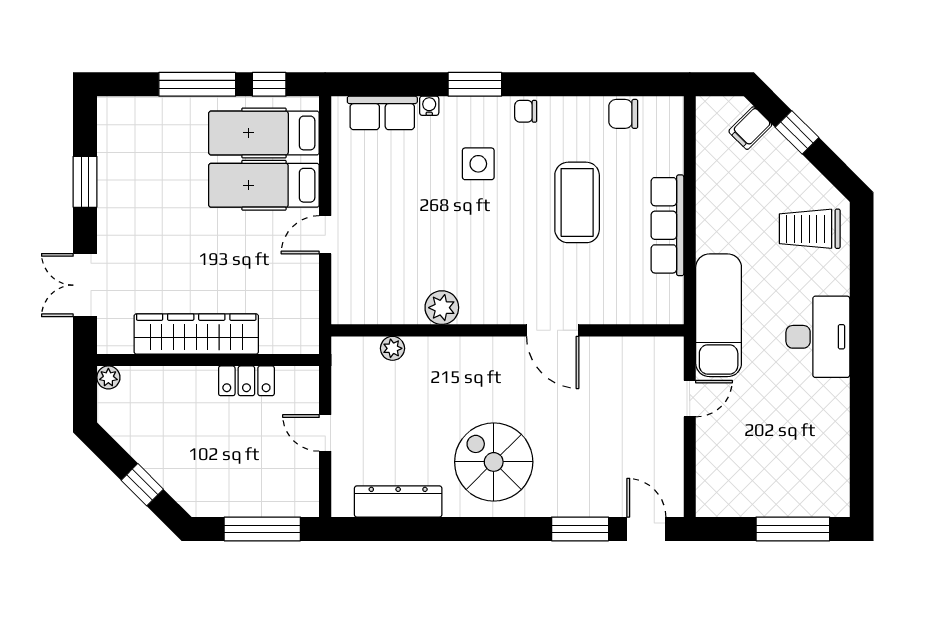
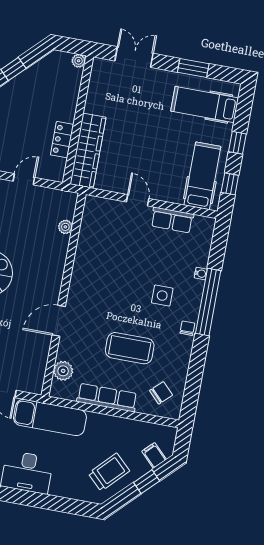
window: (197, 84) -> (237, 143), width x0.46
window: (475, 84) -> (208, 302), width x2.11
row of seats: (382, 113) -> (172, 220), moved, turned -90
chair: (623, 114) -> (161, 393), moved, turned 46
hospital bed: (264, 185) -> (205, 104), moved, turned -90
trolley: (810, 229) -> (109, 472), moved, turned 44
plant: (442, 308) -> (63, 371), moved
wardrobe: (196, 334) -> (88, 151), moved

